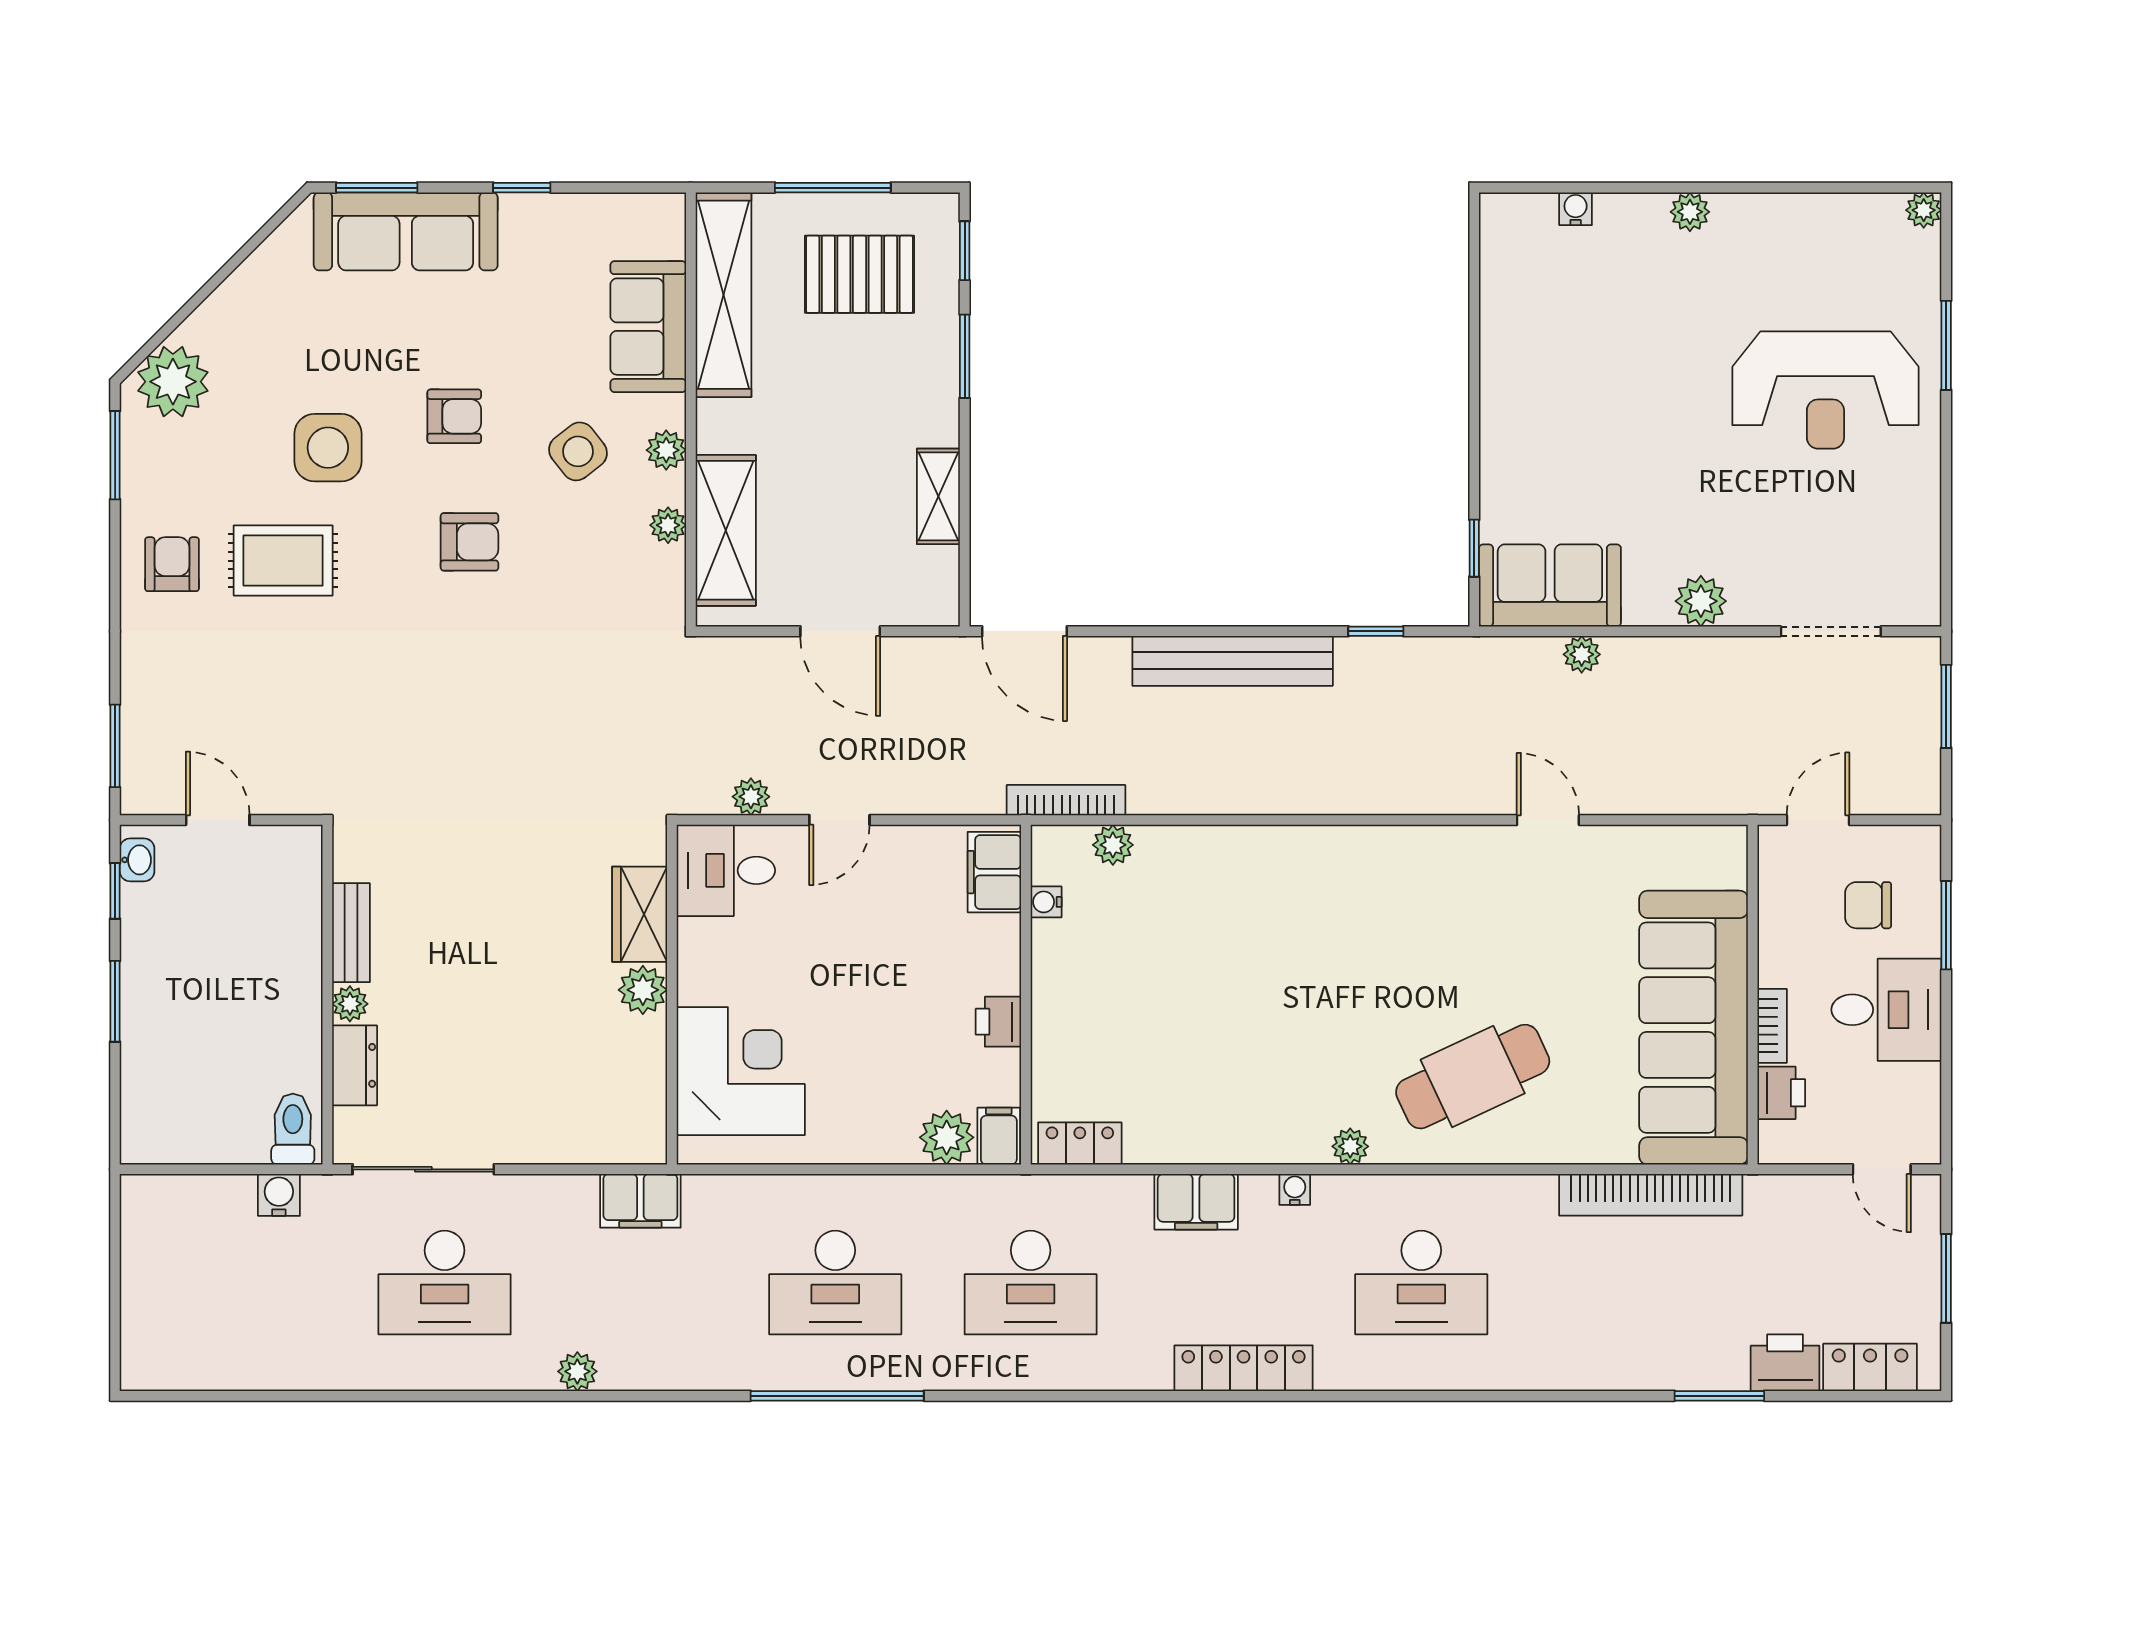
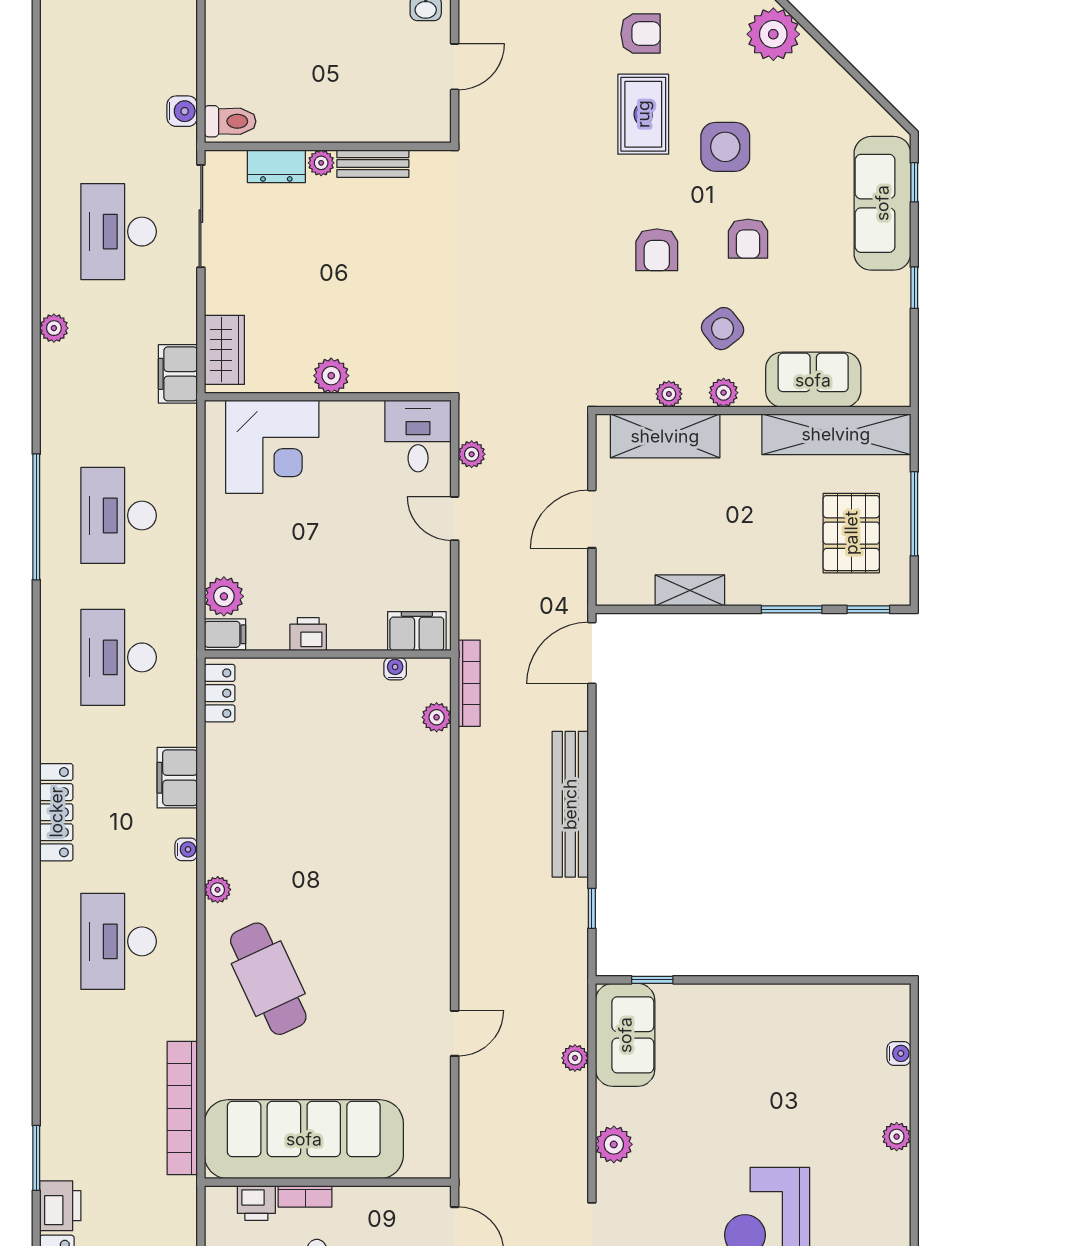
window: (377, 188) -> (914, 182), width x0.67
wardrobe: (640, 914) -> (224, 350), moved, turned 90

